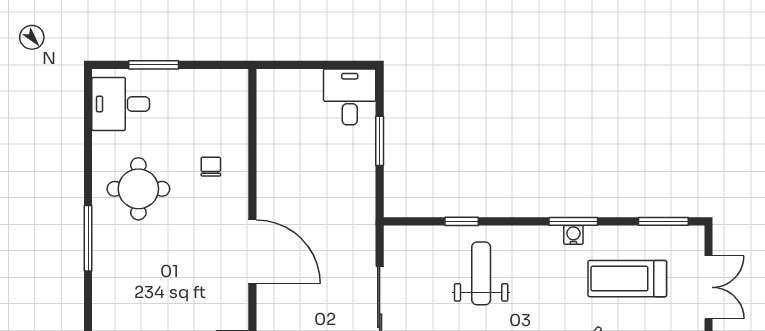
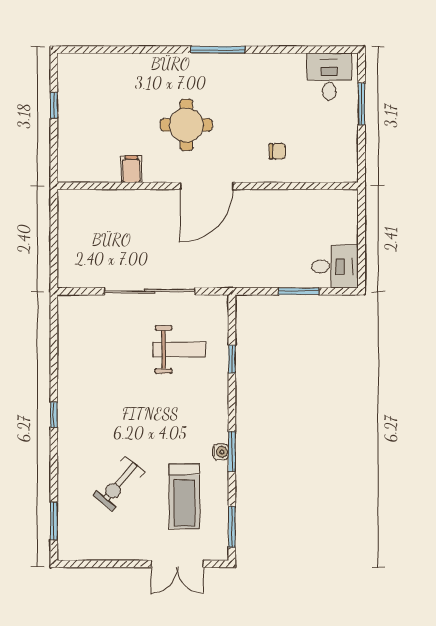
round table: (138, 189) -> (186, 125), moved
weight bench: (481, 273) -> (179, 350), moved
treadmill: (627, 279) -> (184, 496), turned 180

